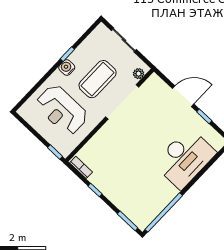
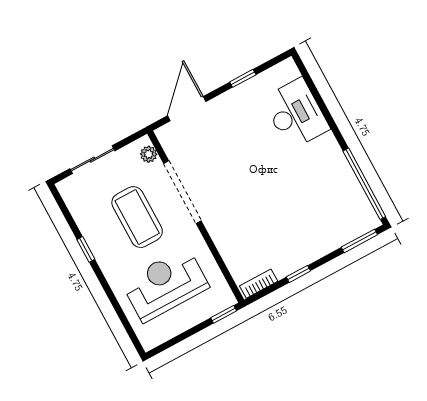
water cooler: (67, 67) -> (105, 257), removed
door: (183, 96) -> (187, 109), moved
reception desk: (62, 110) -> (165, 284), turned 180
desk: (185, 158) -> (296, 114), width x0.73, depth x0.77

